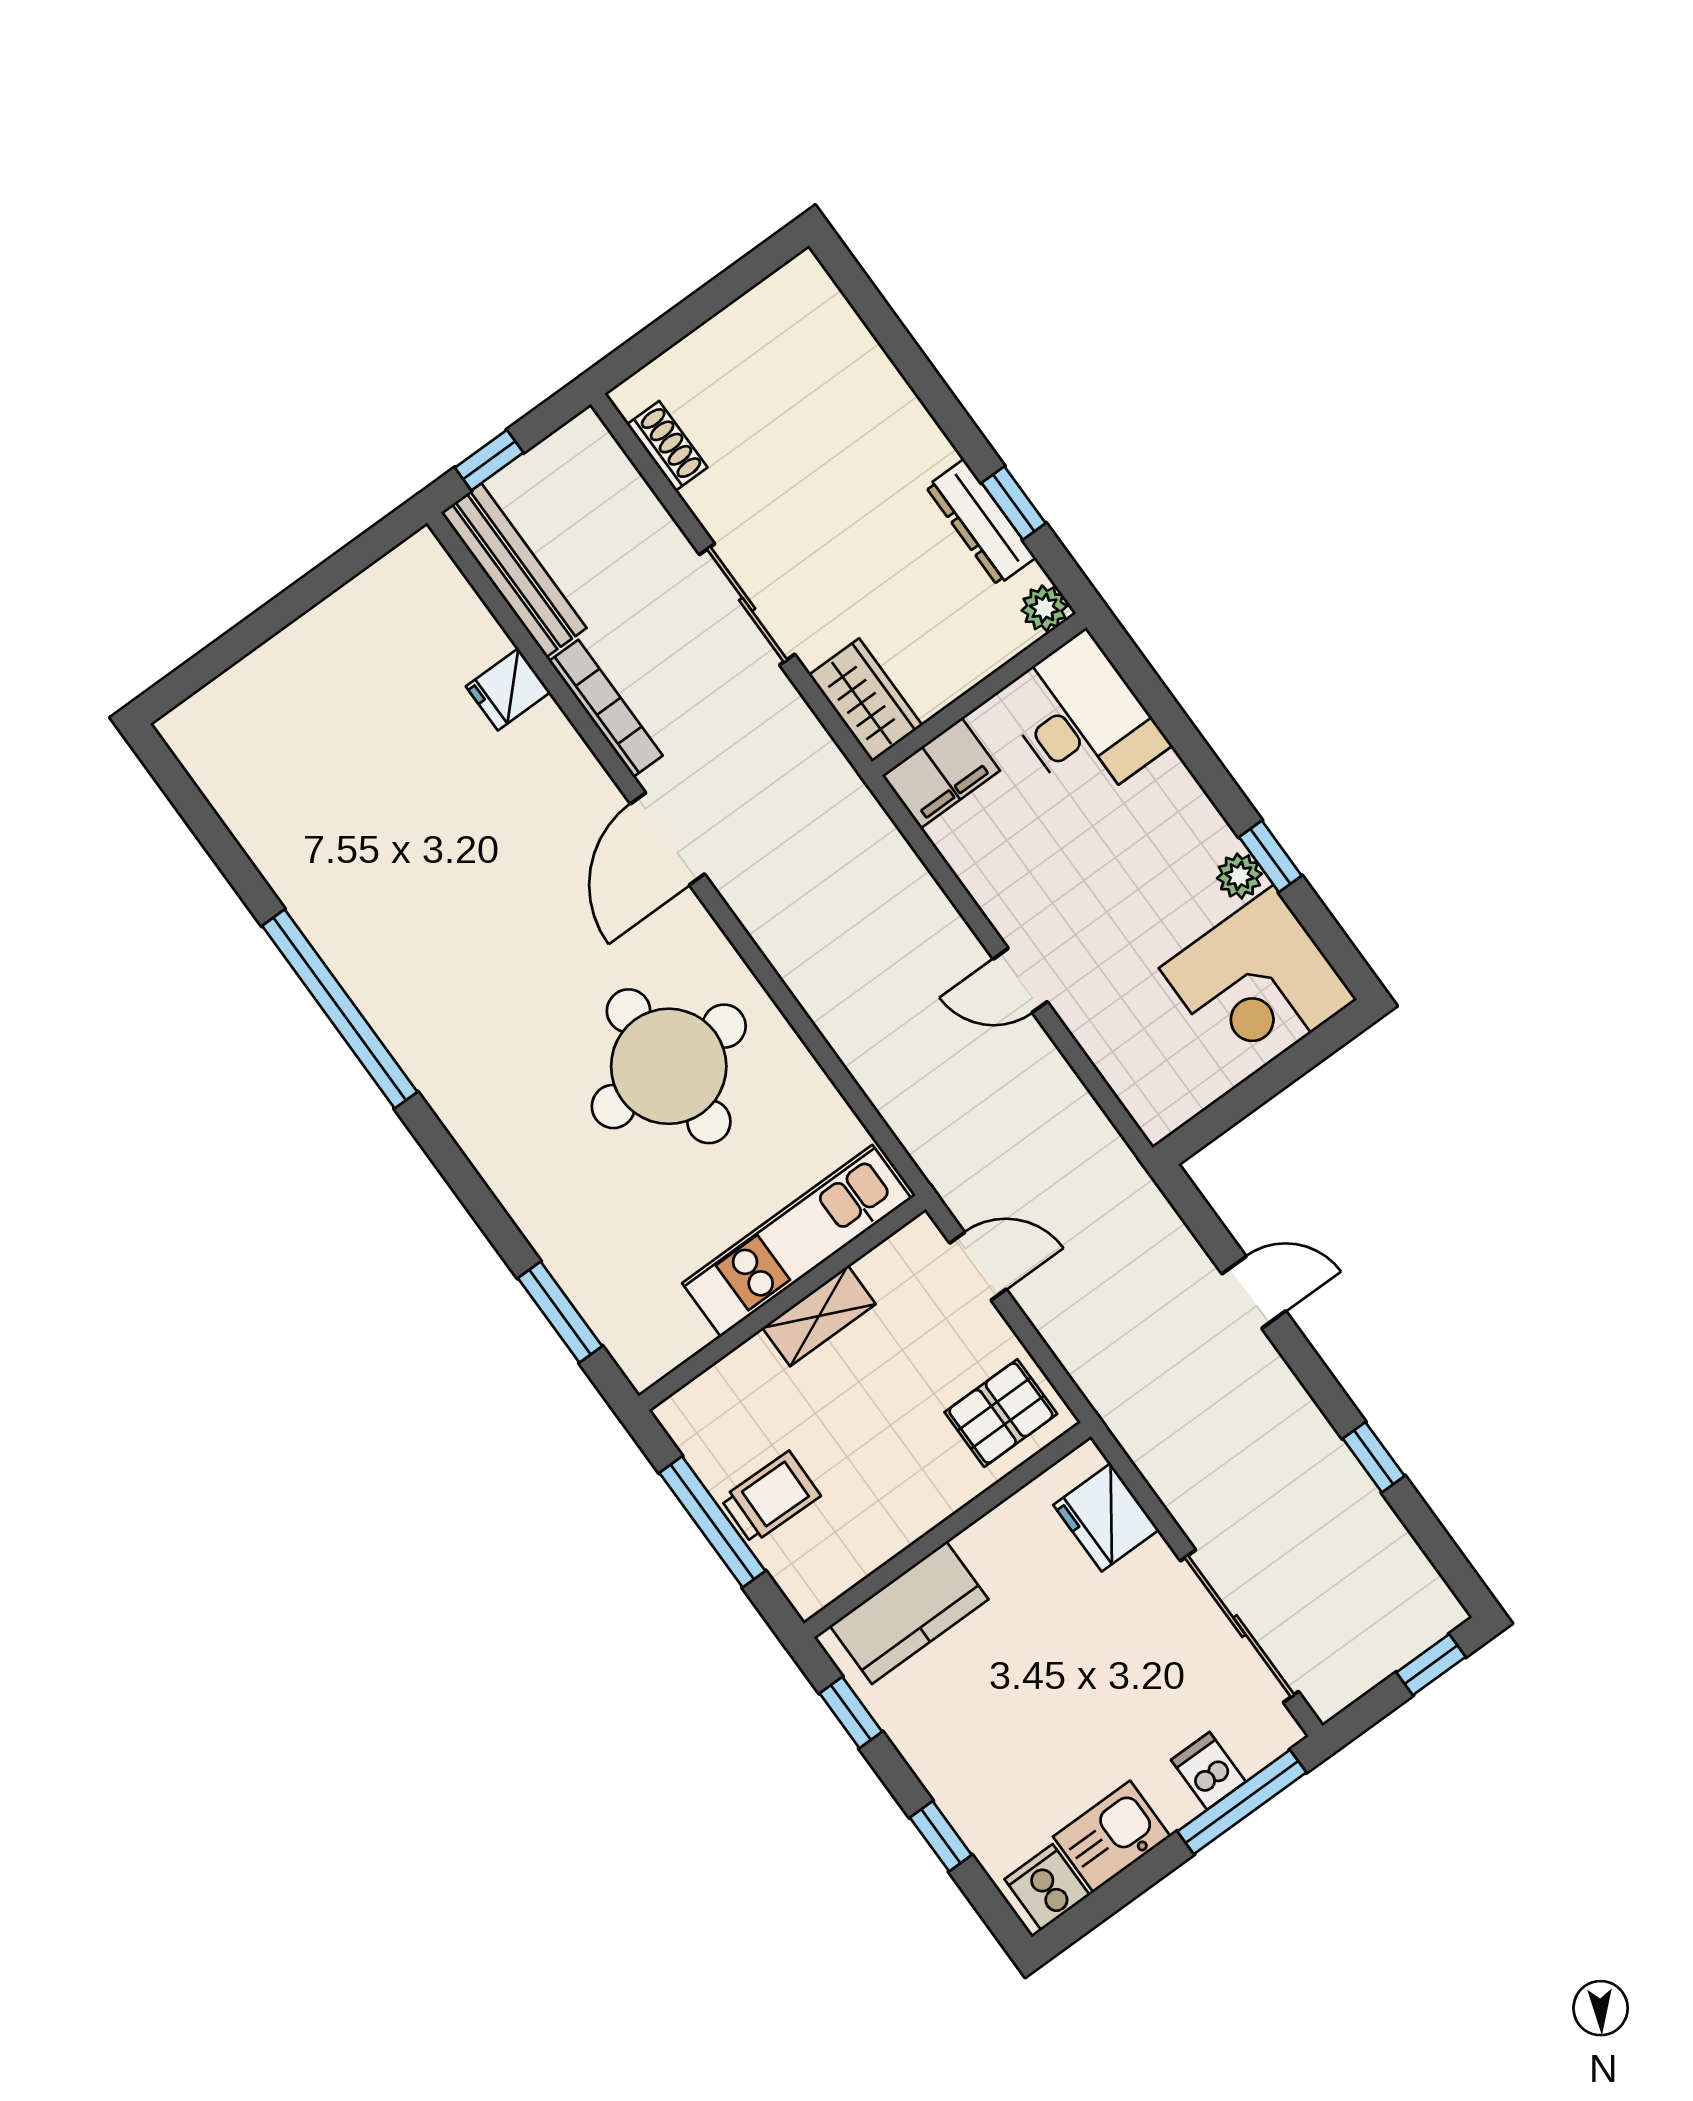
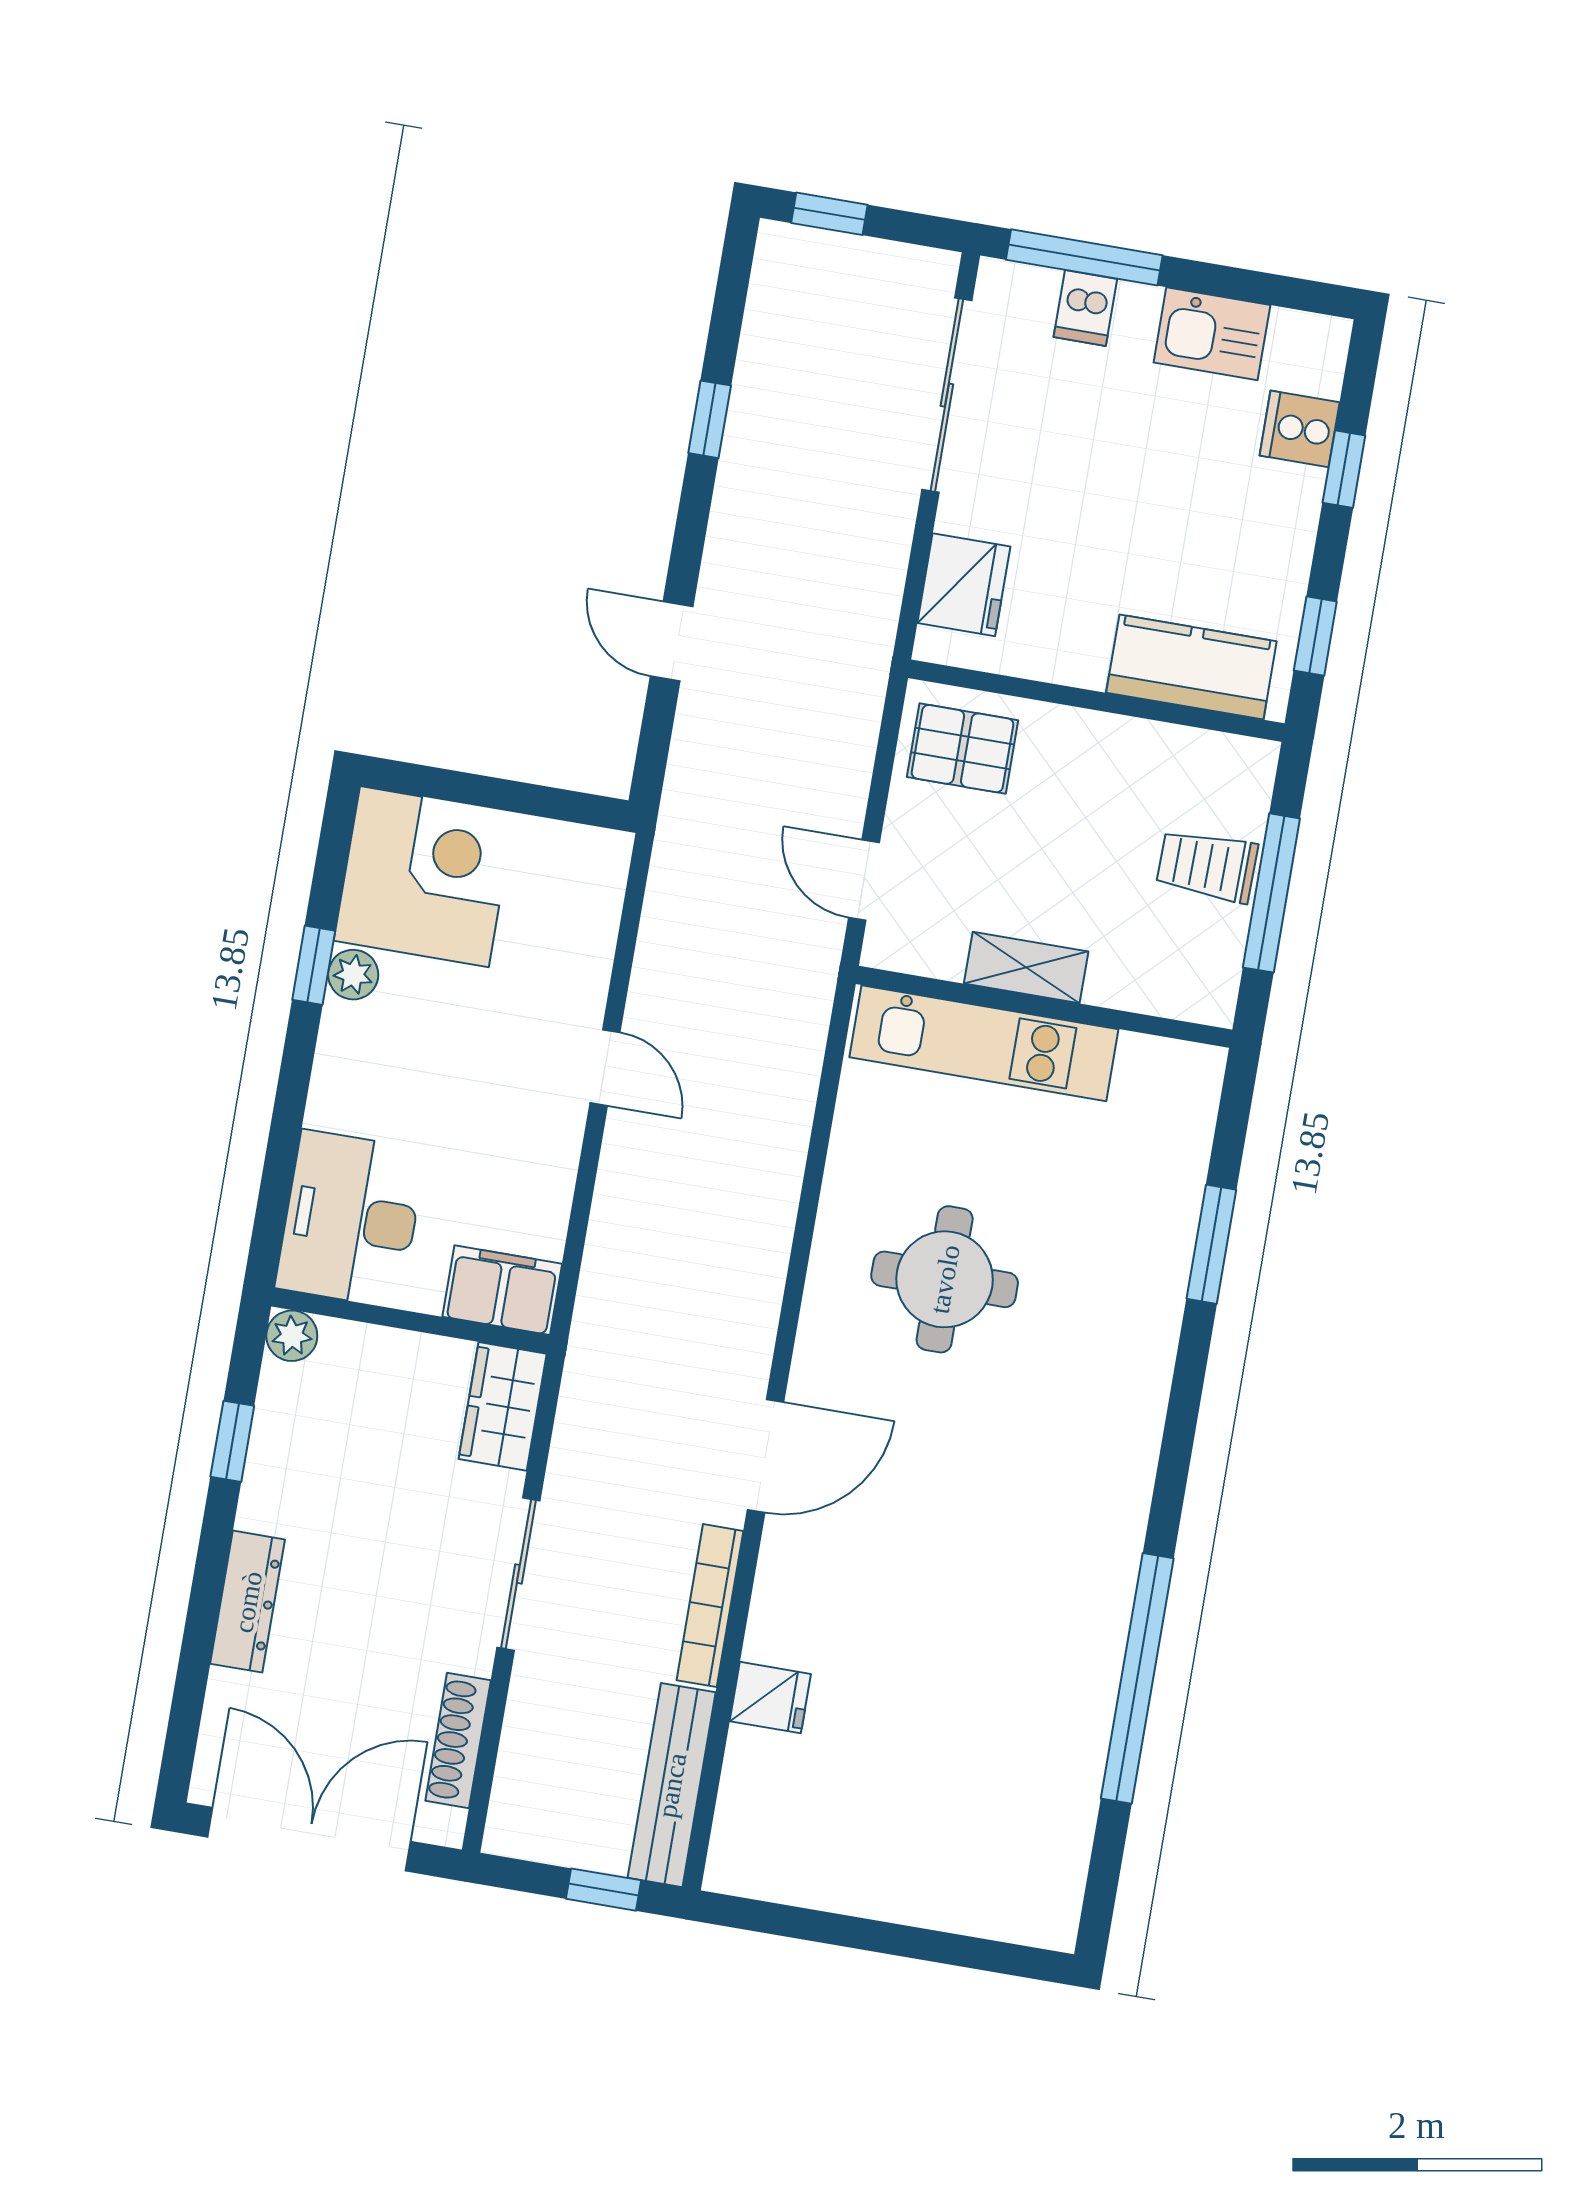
double door: (708, 301) -> (309, 1839), added
shoe rack: (667, 446) -> (458, 1740), width x1.43
dresser: (981, 522) -> (248, 1602), moved
window: (340, 1009) -> (1137, 1678), moved
round table: (669, 1066) -> (945, 1279), width x0.73, depth x0.73
window: (560, 1312) -> (1211, 1244), moved
cooker: (1047, 1887) -> (1300, 429), moved, turned 90

